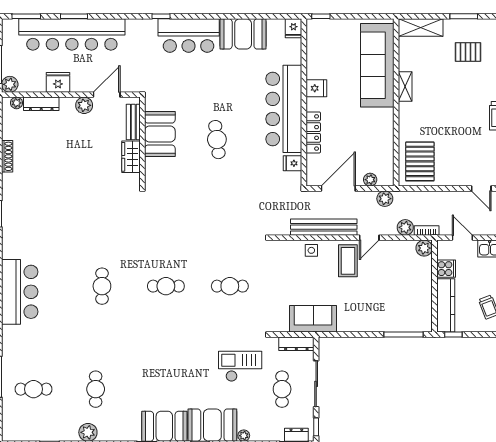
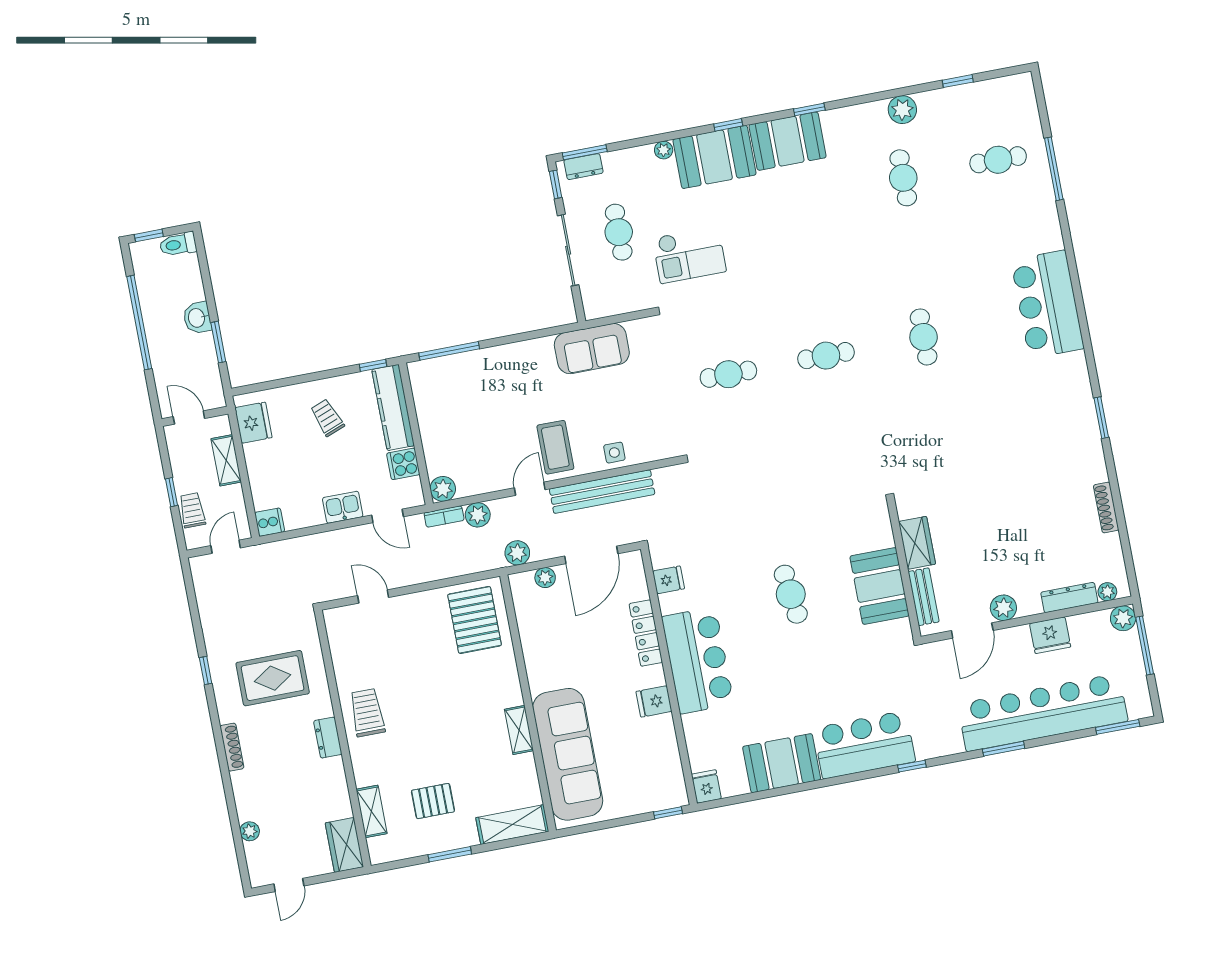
window: (74, 16) -> (1004, 749), moved
bar counter: (284, 109) -> (698, 660), width x0.73
dresser: (296, 344) -> (610, 306), removed

